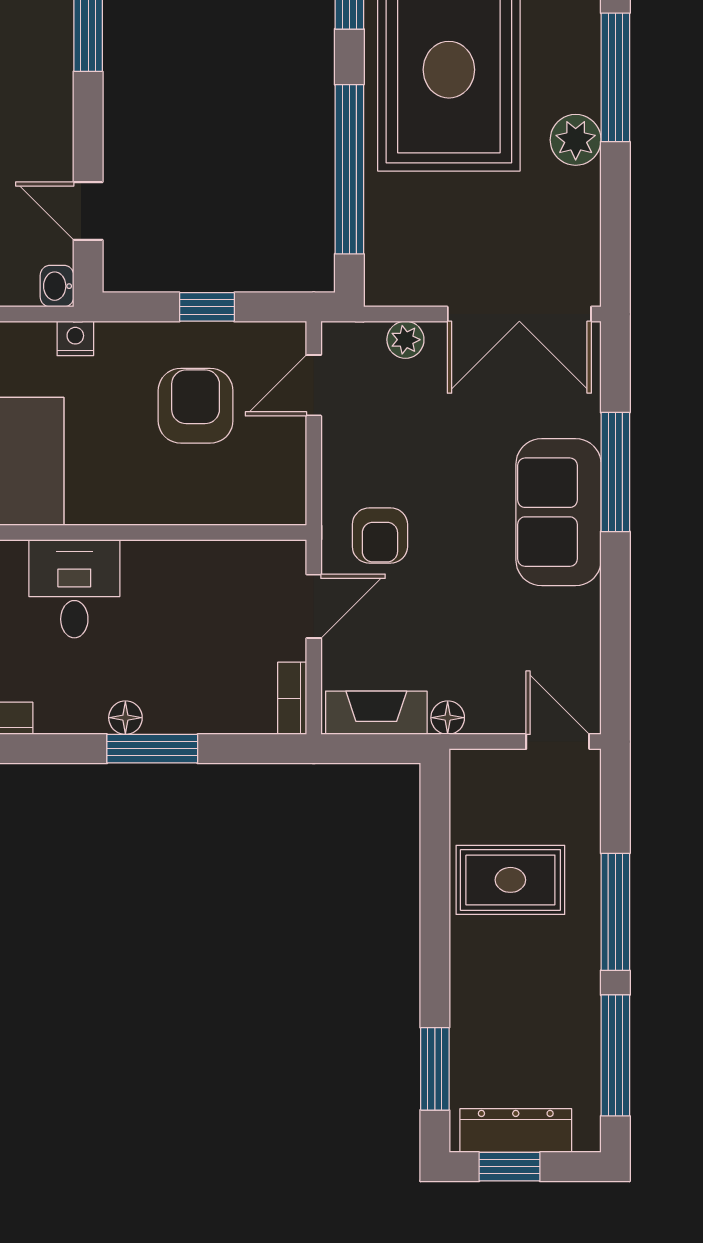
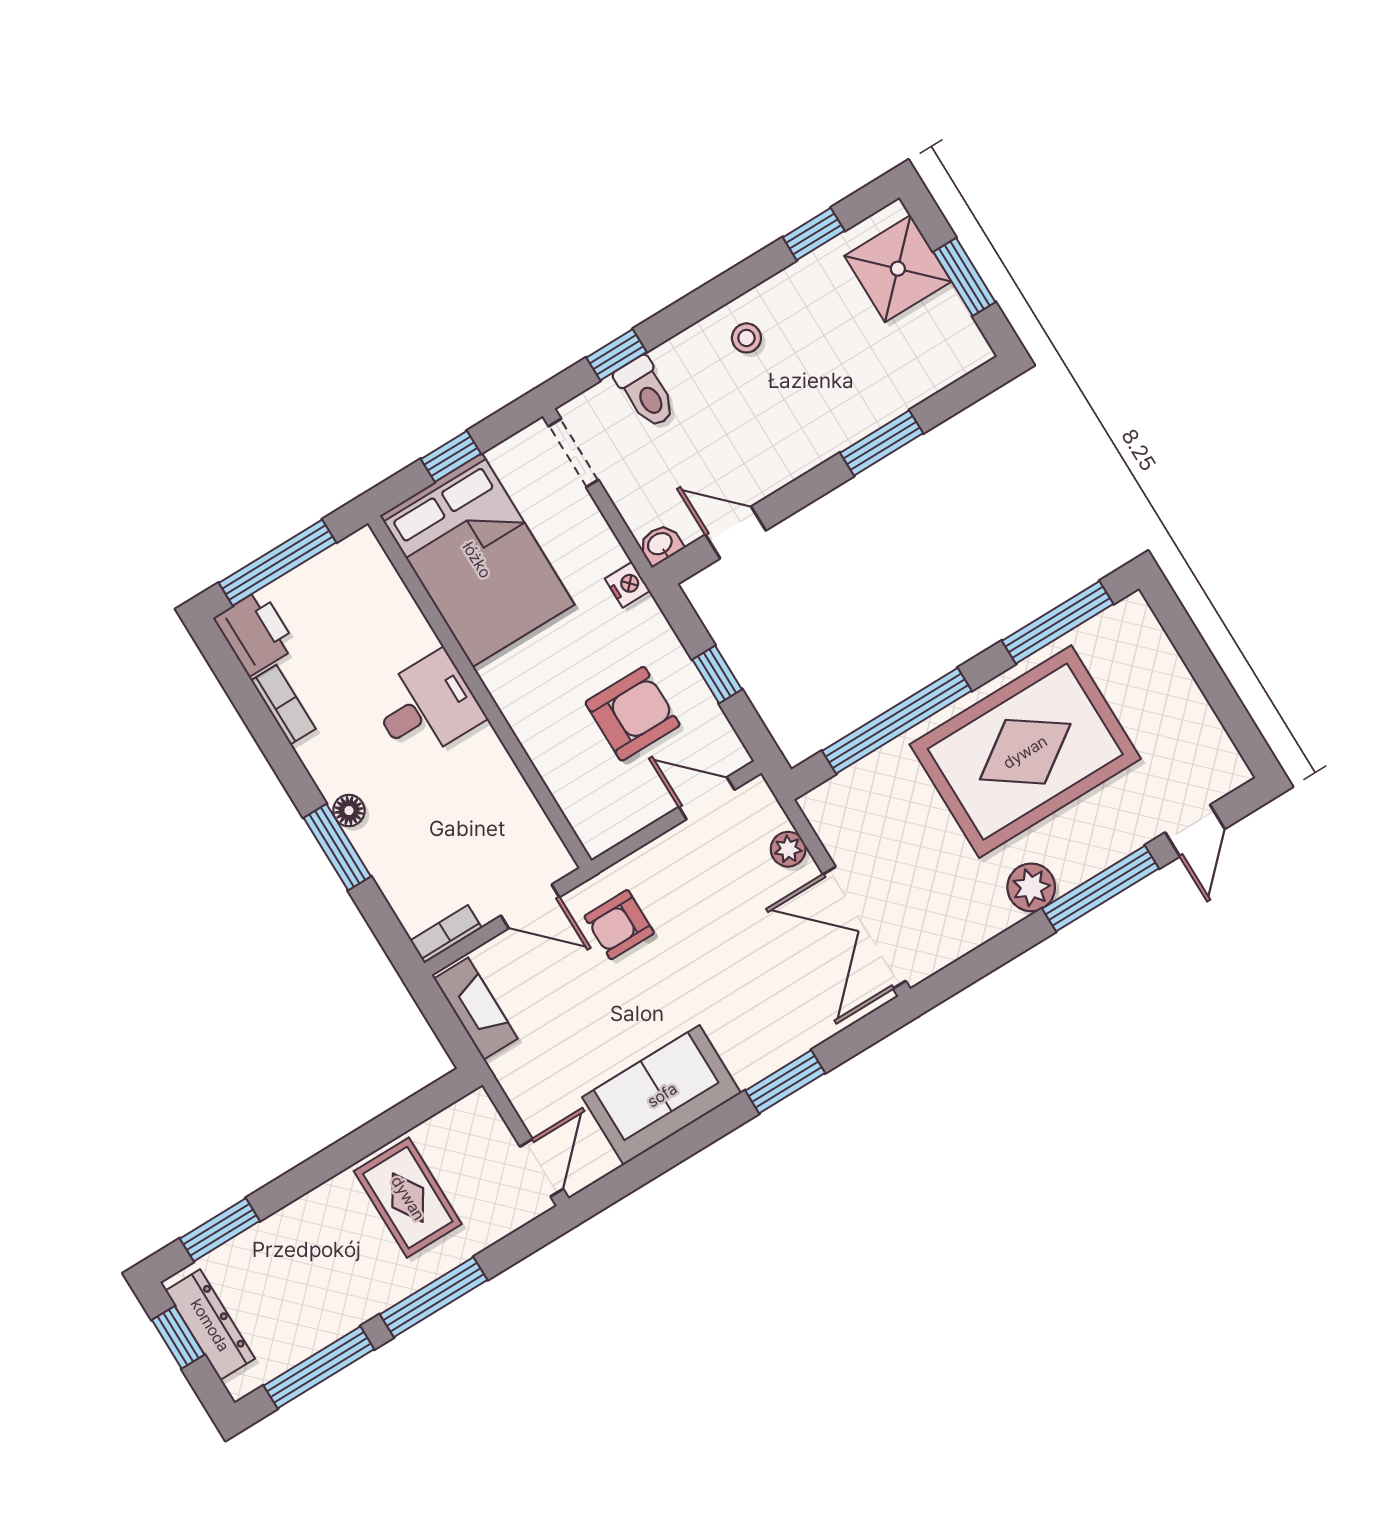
door: (88, 211) -> (736, 532), hinge flipped
window: (615, 472) -> (785, 1082), width x0.69
sofa: (559, 512) -> (662, 1095), moved
floor lamp: (448, 718) -> (507, 1068), removed

